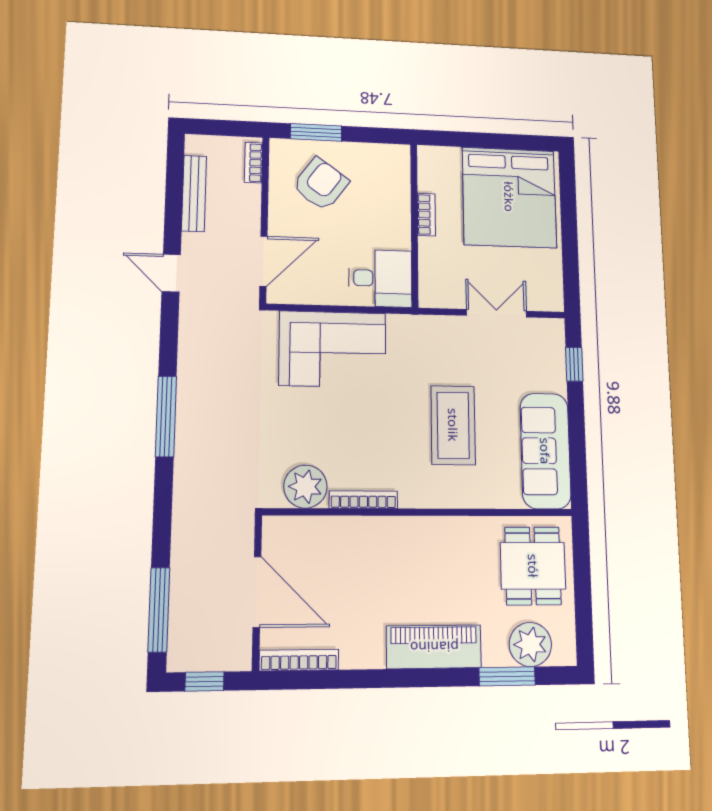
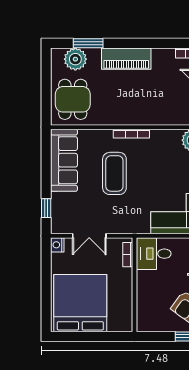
bookcase: (426, 215) -> (128, 255), moved
nightstand: (552, 299) -> (57, 245), added
bookcase: (363, 500) -> (131, 134), moved

